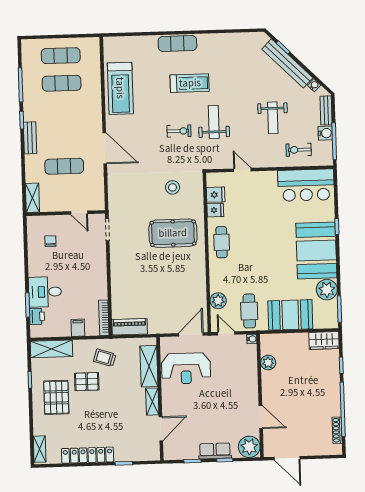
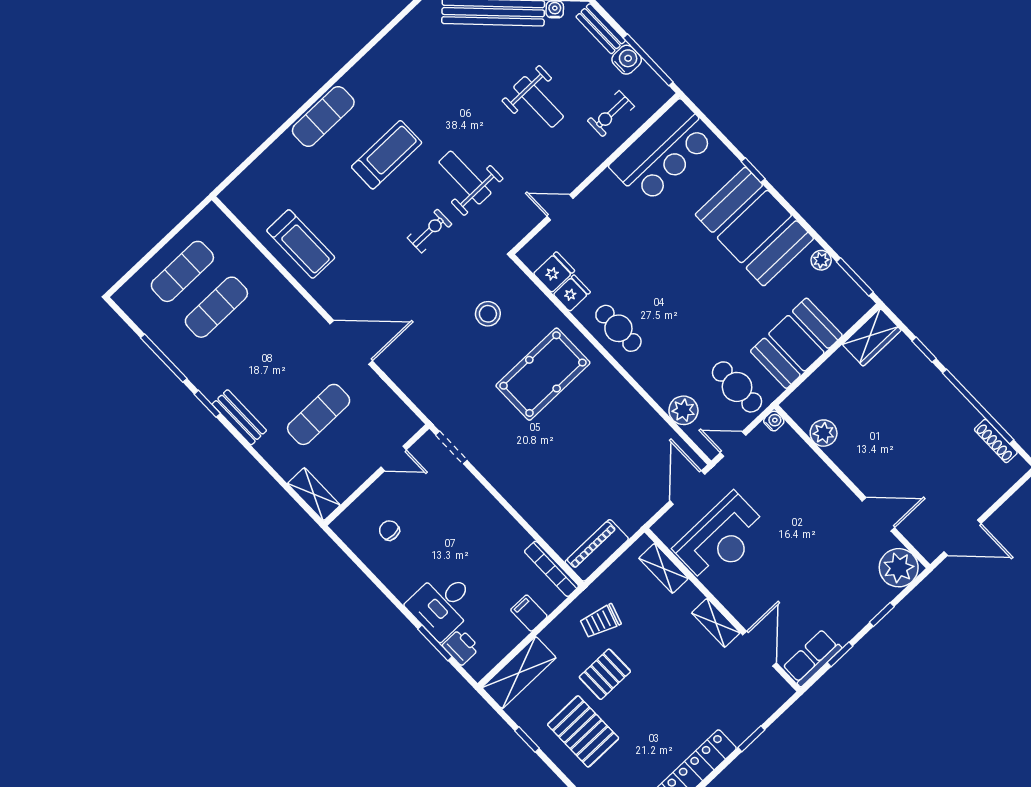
treadmill: (120, 88) -> (301, 244), width x0.73, depth x0.73
plant: (327, 290) -> (821, 260), width x0.53, depth x0.53
shelving: (149, 366) -> (663, 568), width x0.67, depth x0.75
row of seats: (215, 451) -> (812, 658), moved

